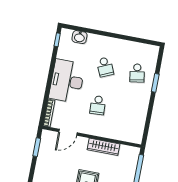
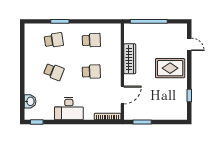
school desk: (105, 67) -> (54, 72), turned 45
desk: (67, 81) -> (69, 109), width x0.73, depth x0.77
school desk: (130, 111) -> (91, 40), added
door: (68, 132) -> (122, 95), hinge flipped

